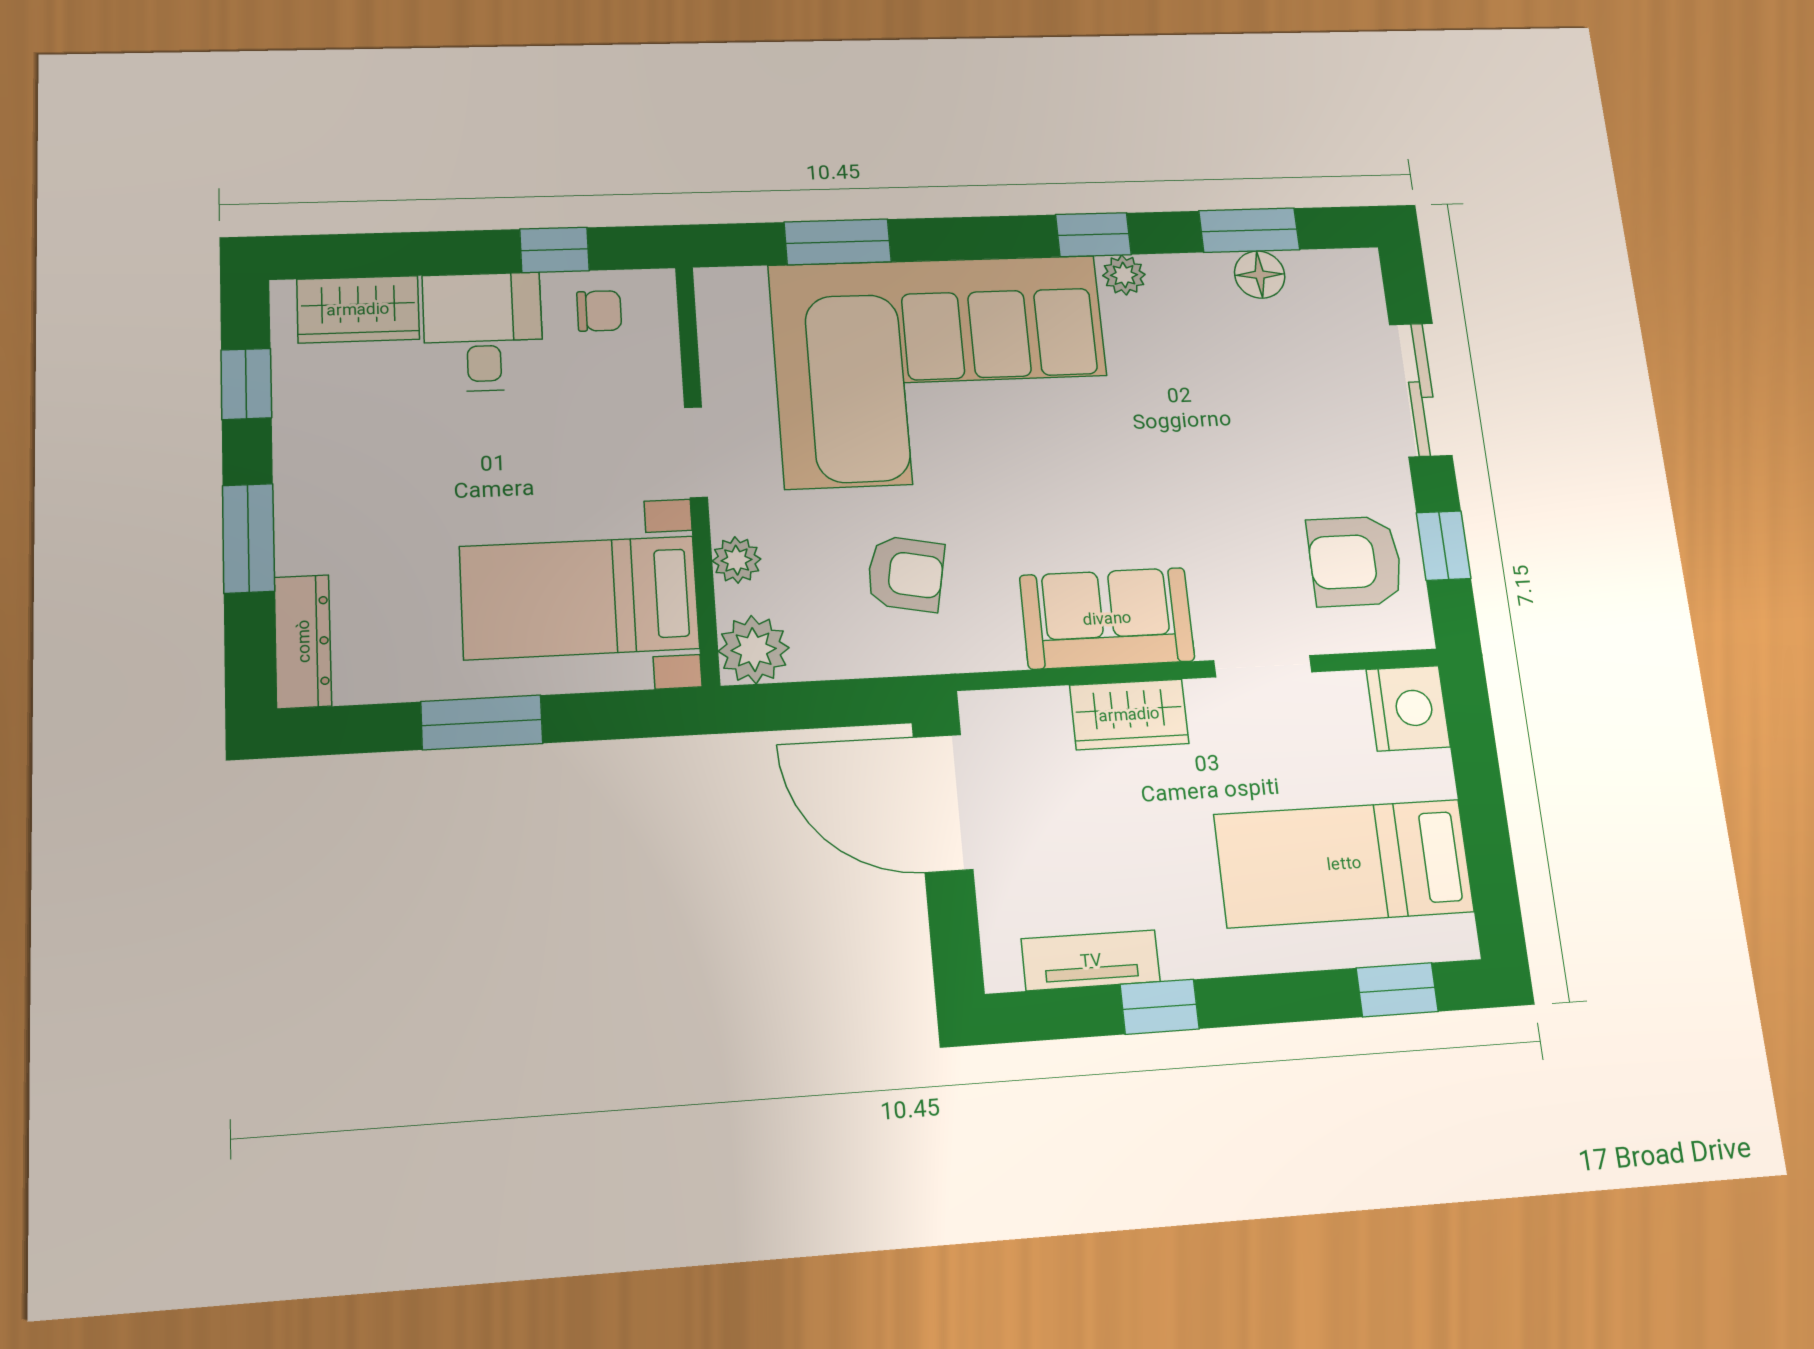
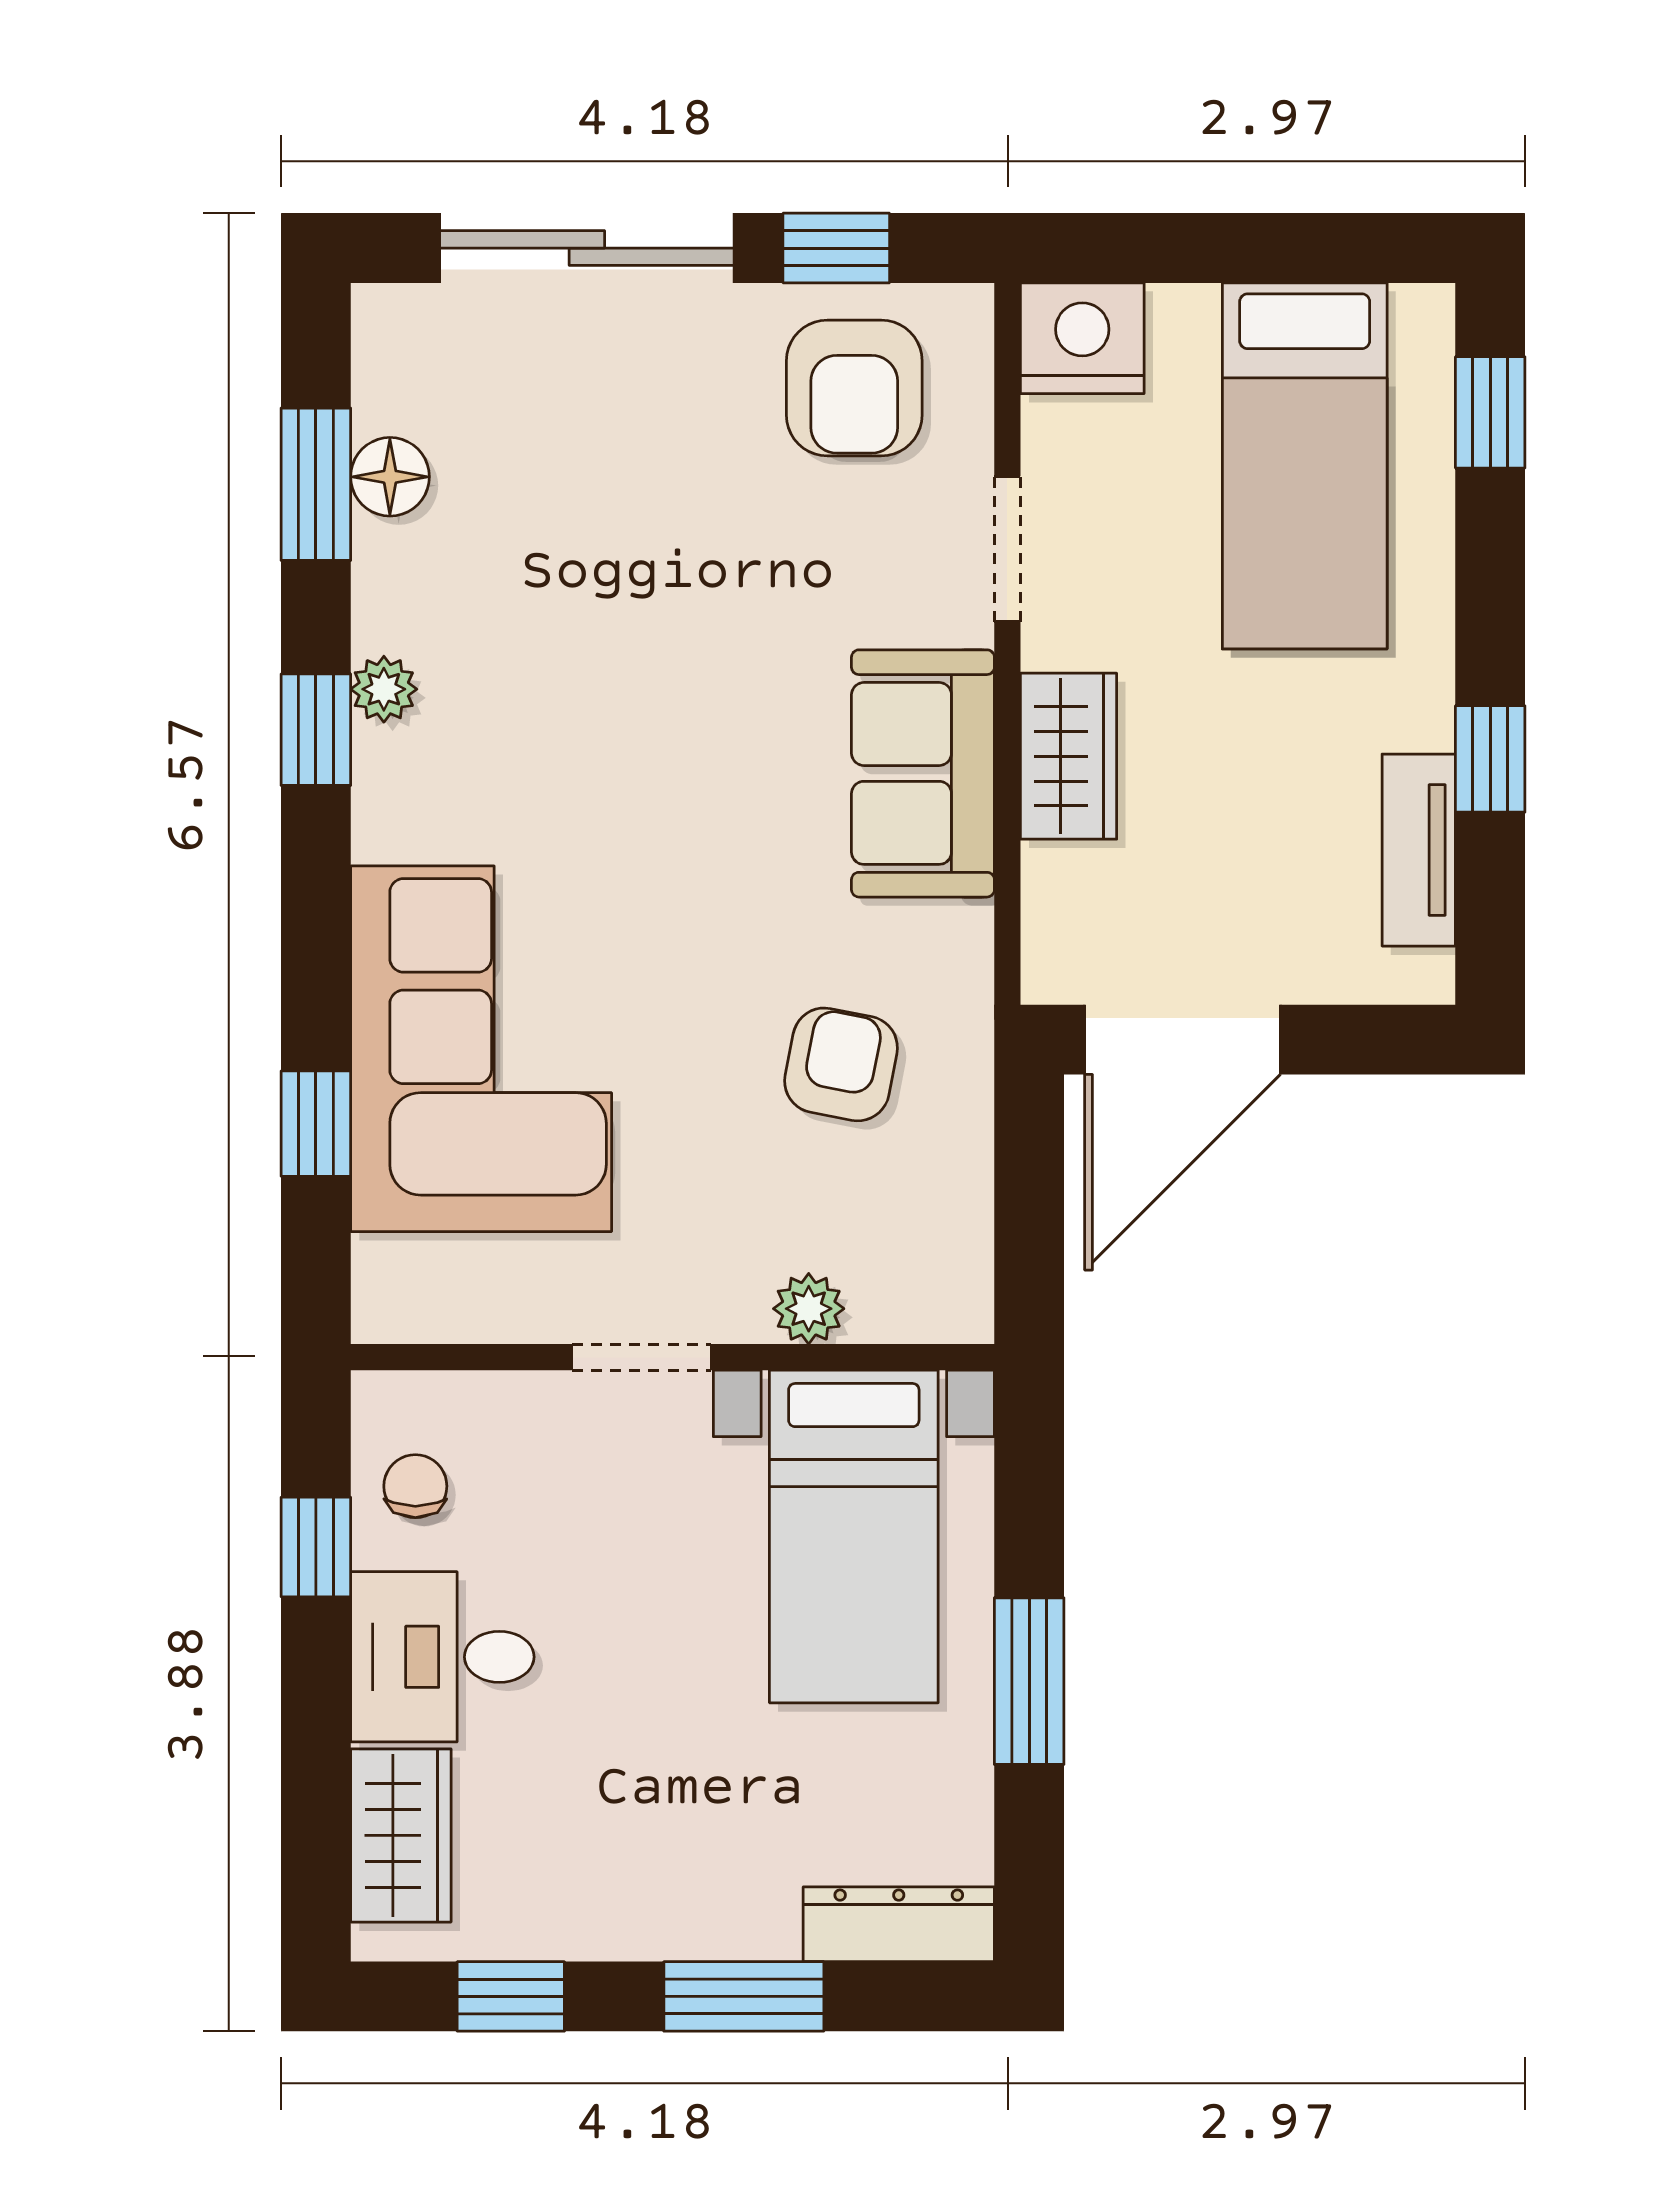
window: (838, 242) -> (316, 1124), width x0.67
corner sofa: (942, 370) -> (481, 1049), width x0.73, depth x0.74
sliding door: (1421, 390) -> (587, 248), width x1.37
plant: (754, 650) -> (943, 1293), removed

